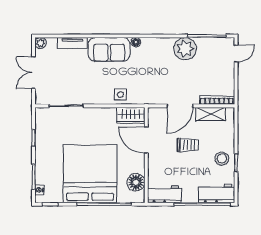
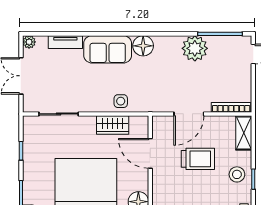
floor lamp: (136, 42) -> (143, 46), width x1.89, depth x1.89
shelving: (210, 114) -> (244, 133), moved, turned 90
wardrobe: (131, 115) -> (113, 125), moved
trolley: (188, 145) -> (198, 159), width x1.36, depth x1.39

